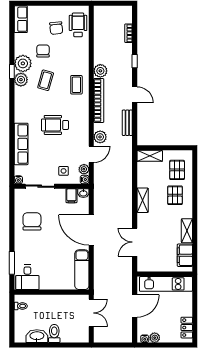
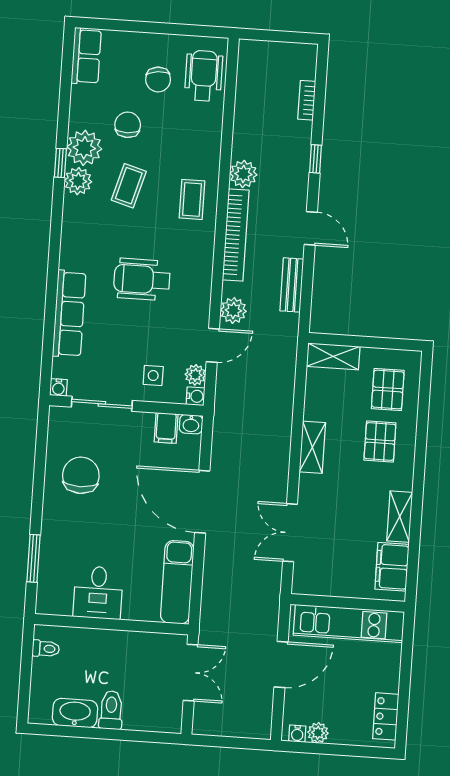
desk: (27, 277) -> (98, 593), moved

